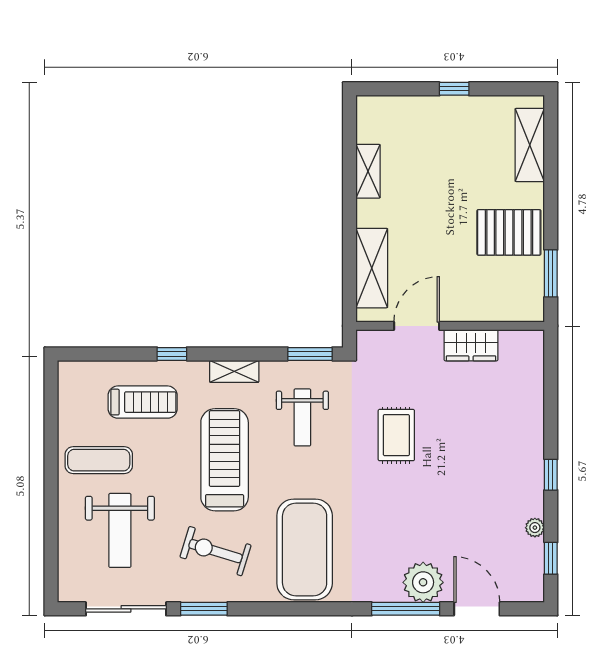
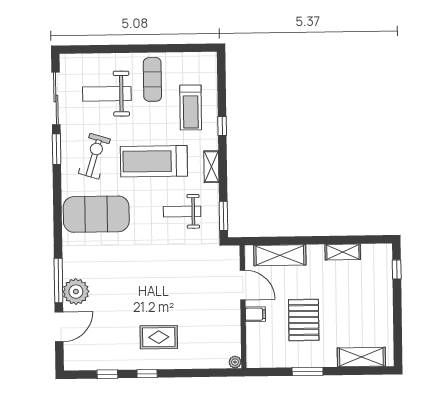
window: (454, 89) -> (397, 269), moved
pallet: (509, 232) -> (304, 320), moved
window: (551, 273) -> (308, 371), moved
filing cabinet: (462, 307) -> (255, 314), added
wardrobe: (471, 345) -> (231, 321), removed
rug: (396, 435) -> (159, 337), moved
treadmill: (225, 460) -> (154, 161), turned 180
plant: (535, 528) -> (235, 362), moved
window: (551, 558) -> (107, 374), moved

